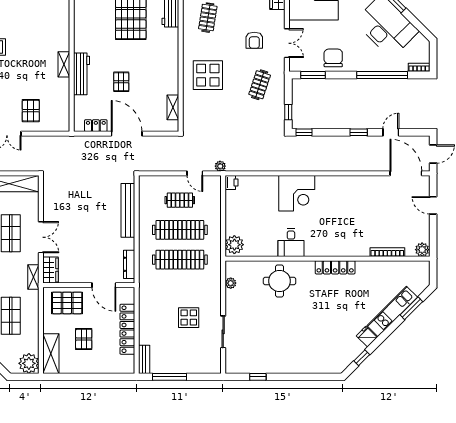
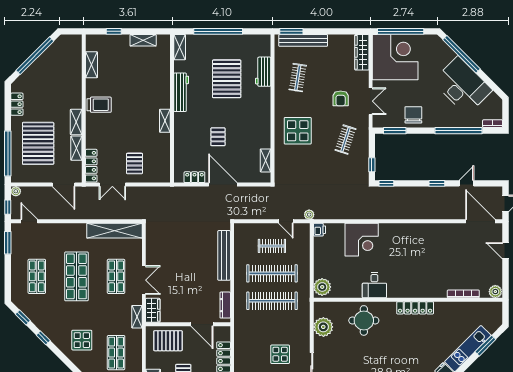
workbench: (81, 74) -> (181, 92), moved
corner desk: (297, 193) -> (362, 240), moved
plant: (231, 283) -> (323, 327), width x1.88, depth x1.88

